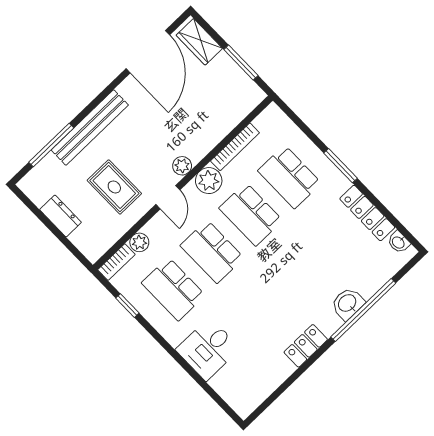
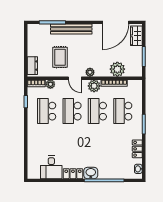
plant: (219, 121) -> (117, 69), added
door: (168, 197) -> (75, 78), hinge flipped
locker: (367, 213) -> (137, 149), width x0.66
dresser: (61, 216) -> (32, 66), moved
washbasin: (348, 303) -> (91, 173), moved
desk: (208, 349) -> (51, 167), moved, turned -90

